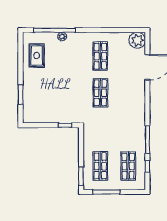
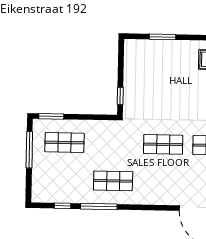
shop shelf: (128, 166) -> (113, 181), moved

